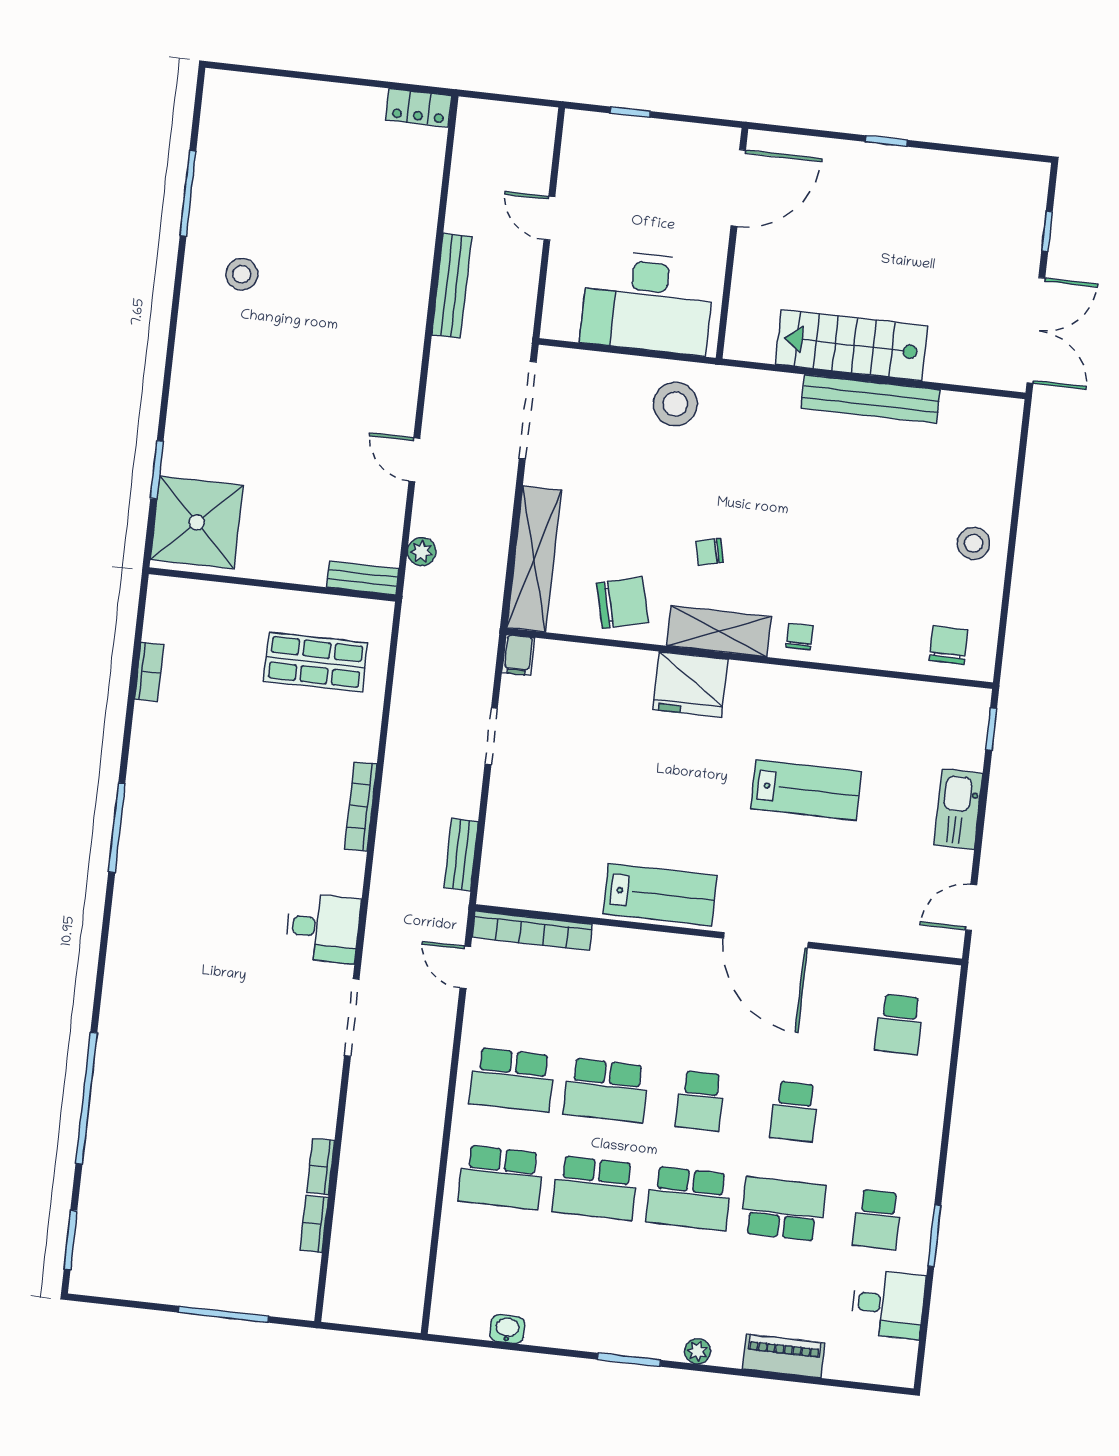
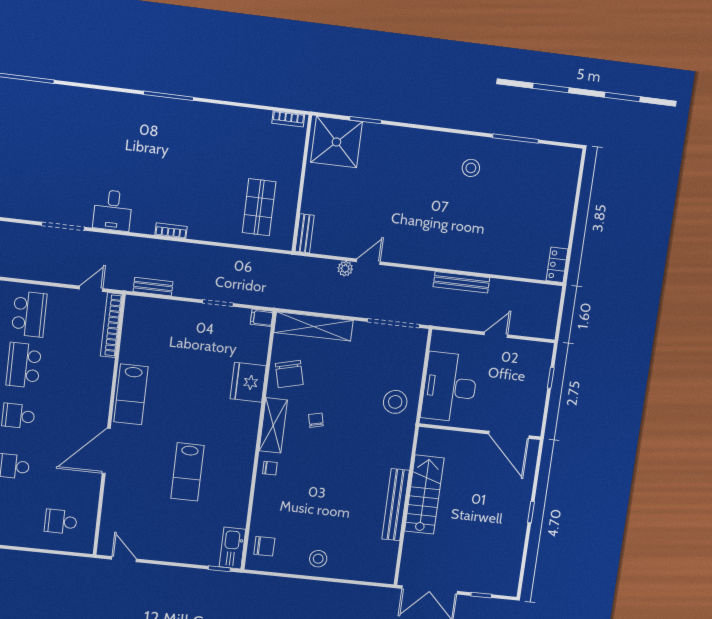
plant: (422, 552) -> (345, 269), moved
bookcase: (149, 672) -> (288, 119), moved
fridge: (690, 685) -> (248, 382), moved
bookcase: (361, 806) -> (171, 231), width x0.64
kitchen sink: (958, 809) -> (232, 548), moved, turned -90
school desk: (512, 1080) -> (29, 314), turned 180

